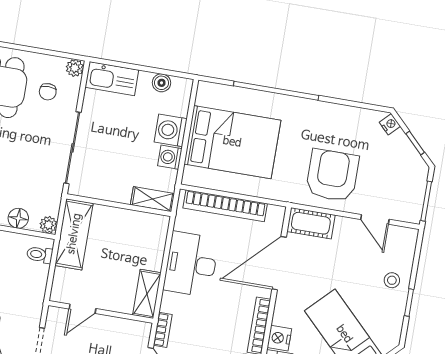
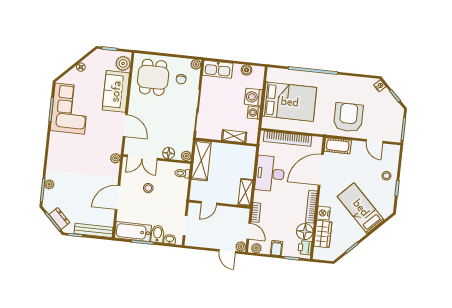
shelving: (152, 199) -> (234, 136), moved

